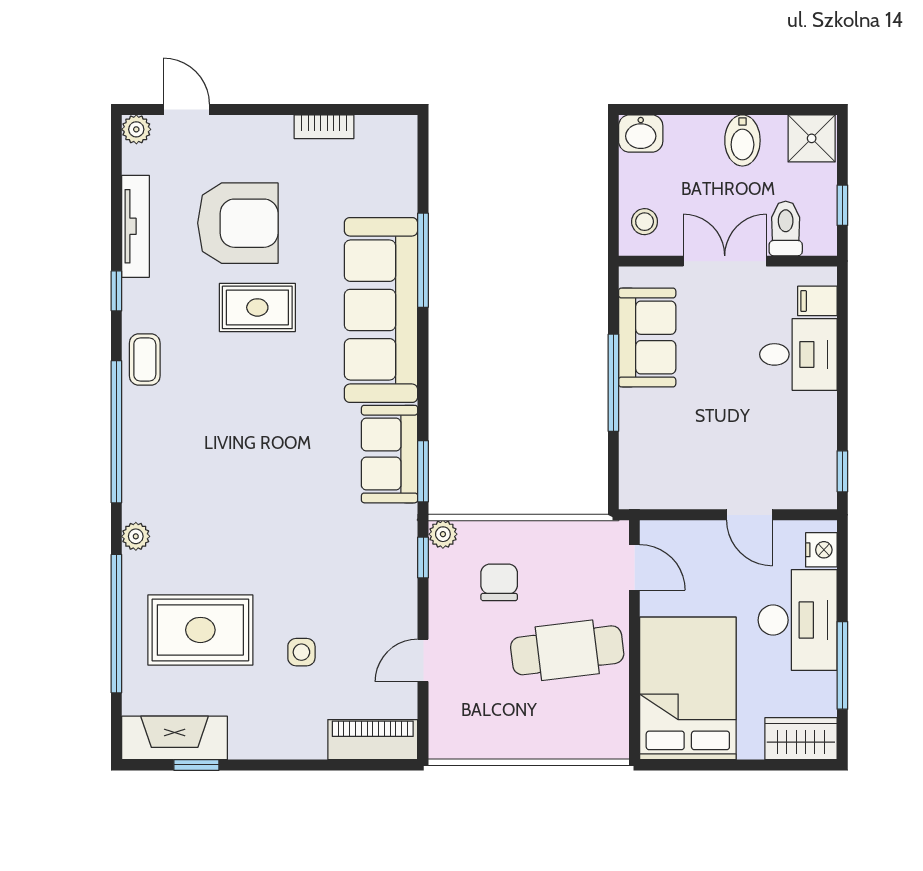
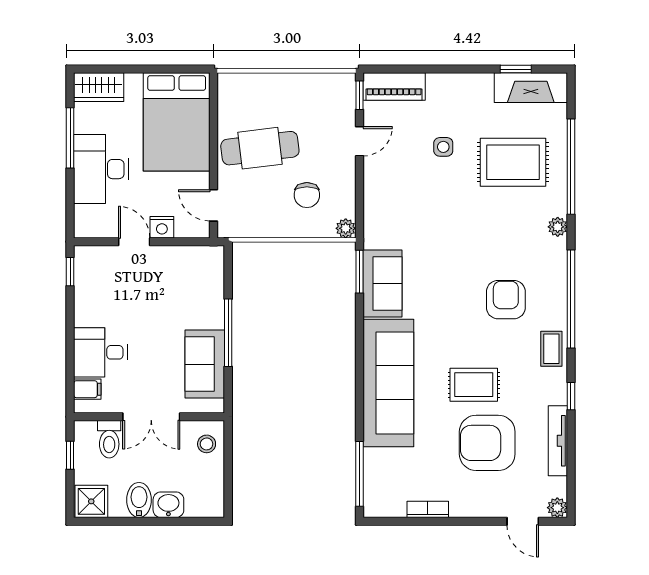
washbasin: (641, 134) -> (168, 505), moved
window: (423, 260) -> (359, 474), moved
armchair: (211, 431) -> (506, 300), added
nightstand: (821, 550) -> (162, 227), moved, turned -90
window: (423, 558) -> (359, 95), moved

